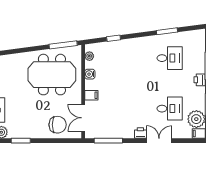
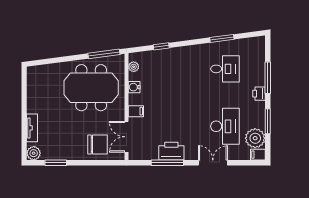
desk: (170, 109) -> (225, 126), width x1.37
printer: (140, 133) -> (171, 151), moved, width x1.87, depth x1.48
window: (108, 141) -> (167, 163), moved

